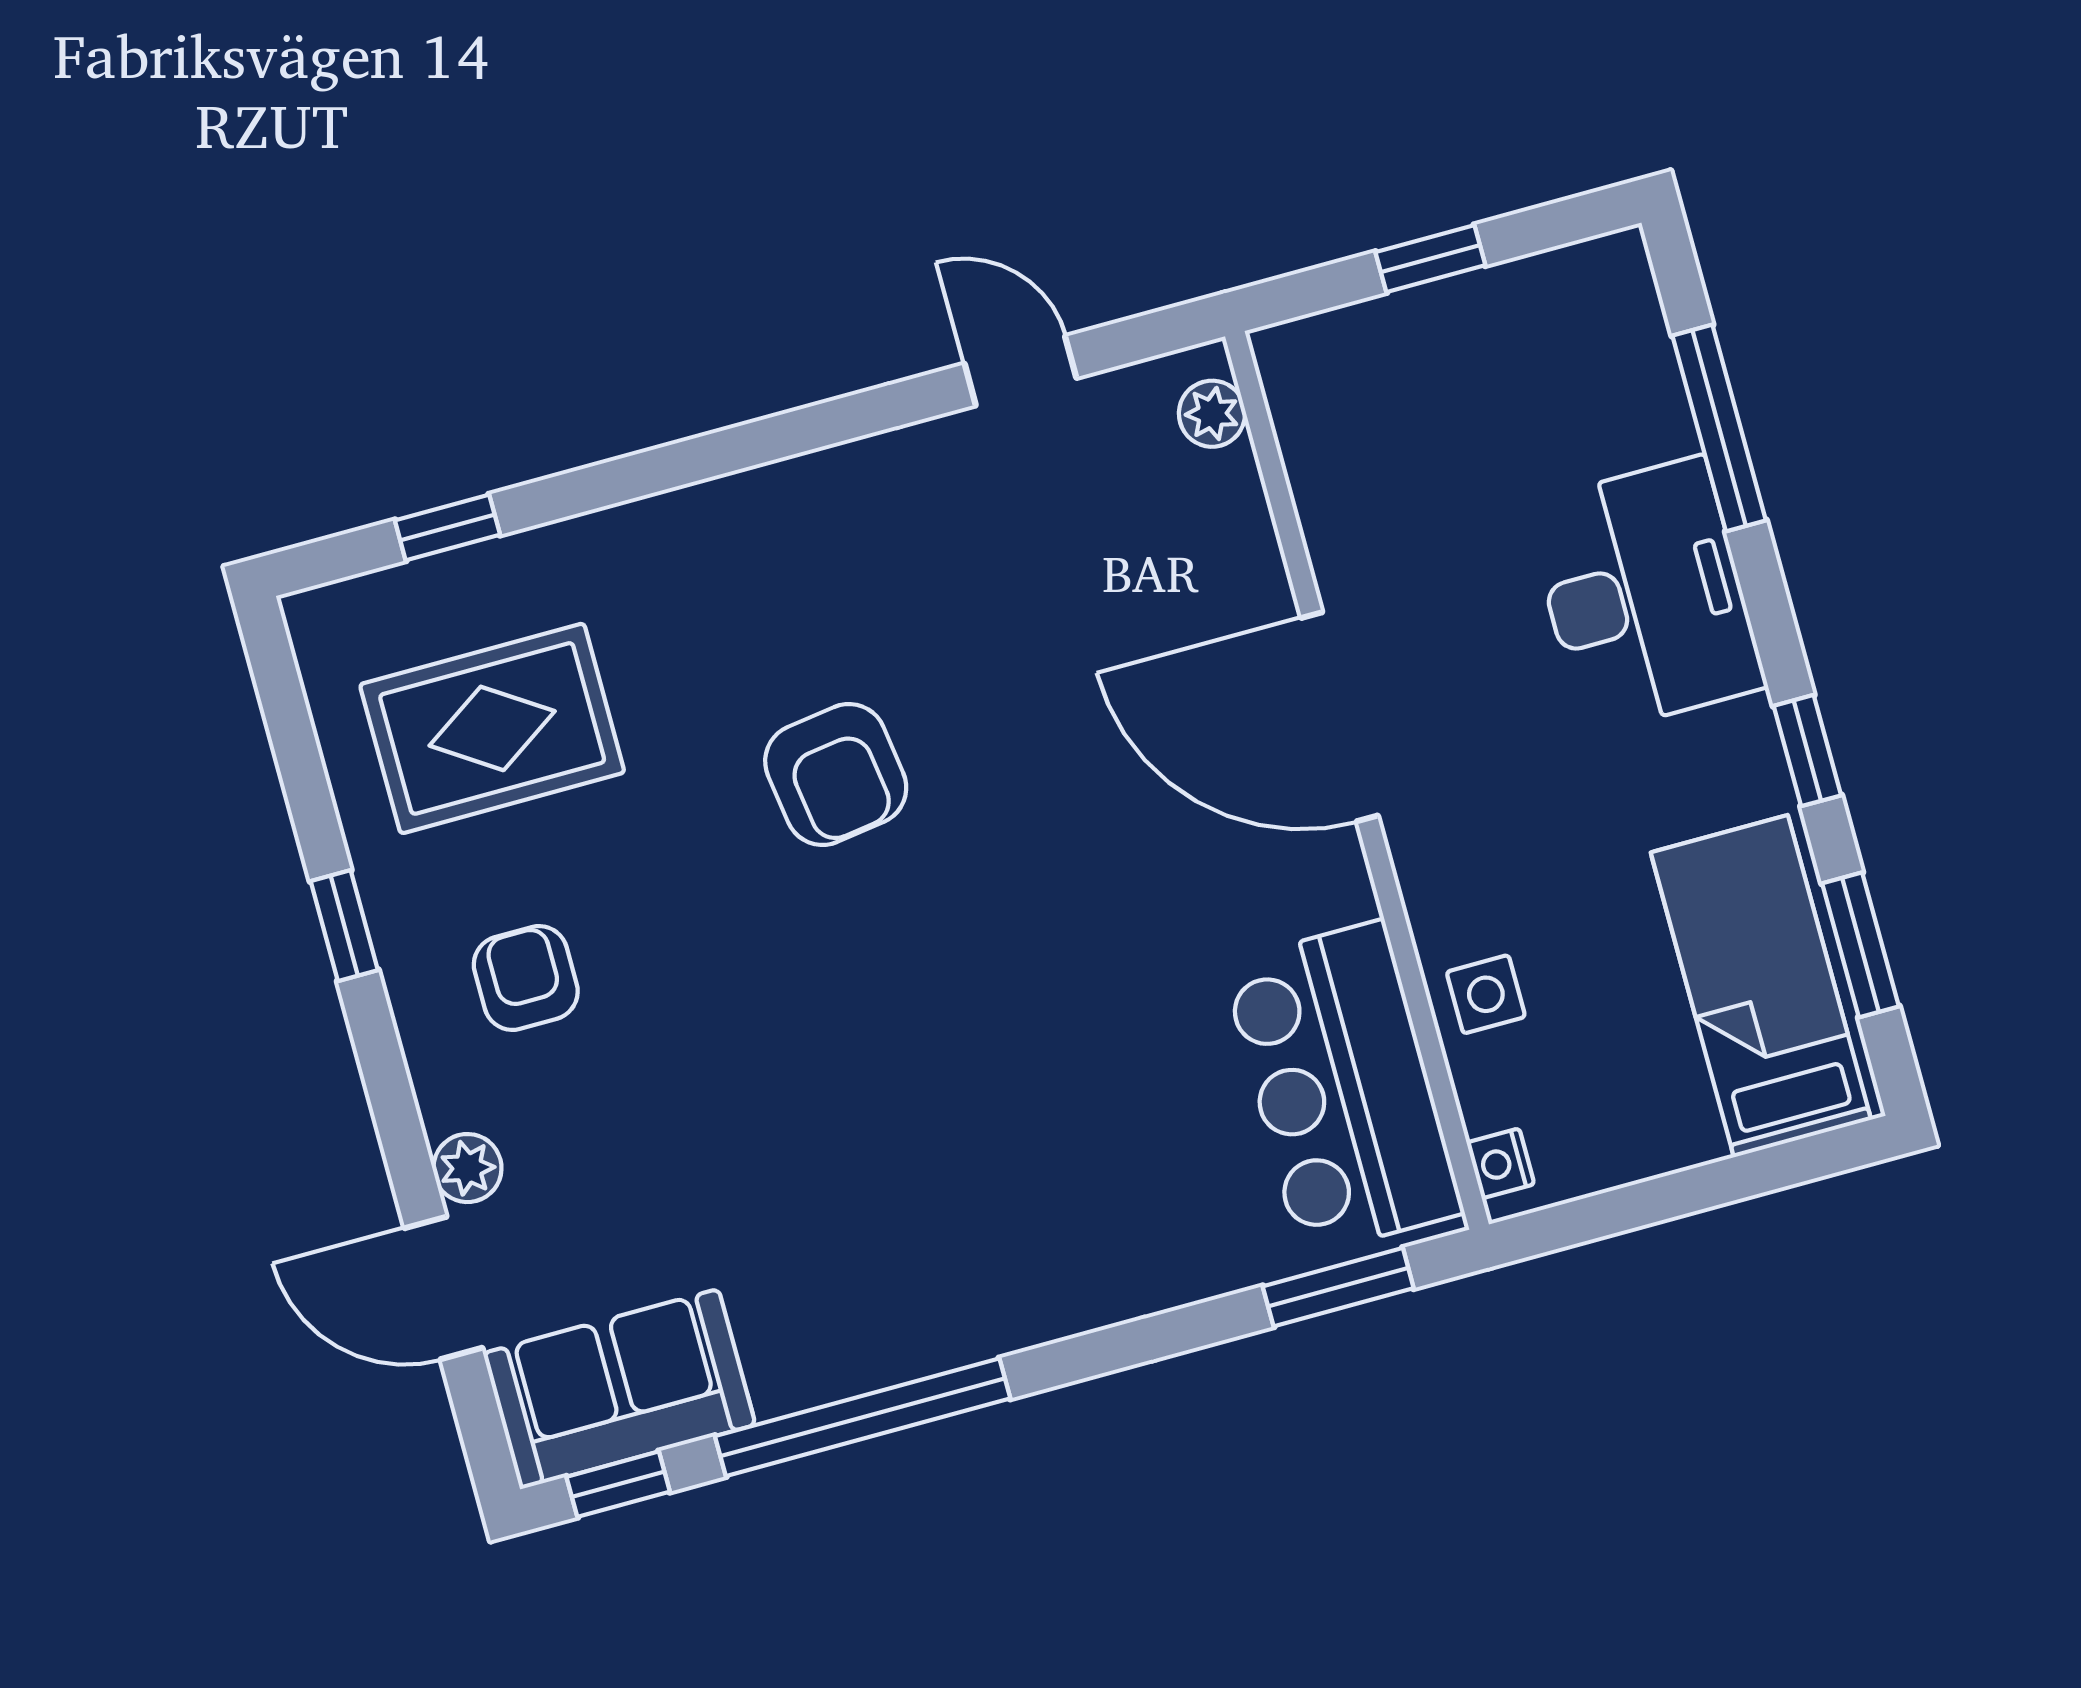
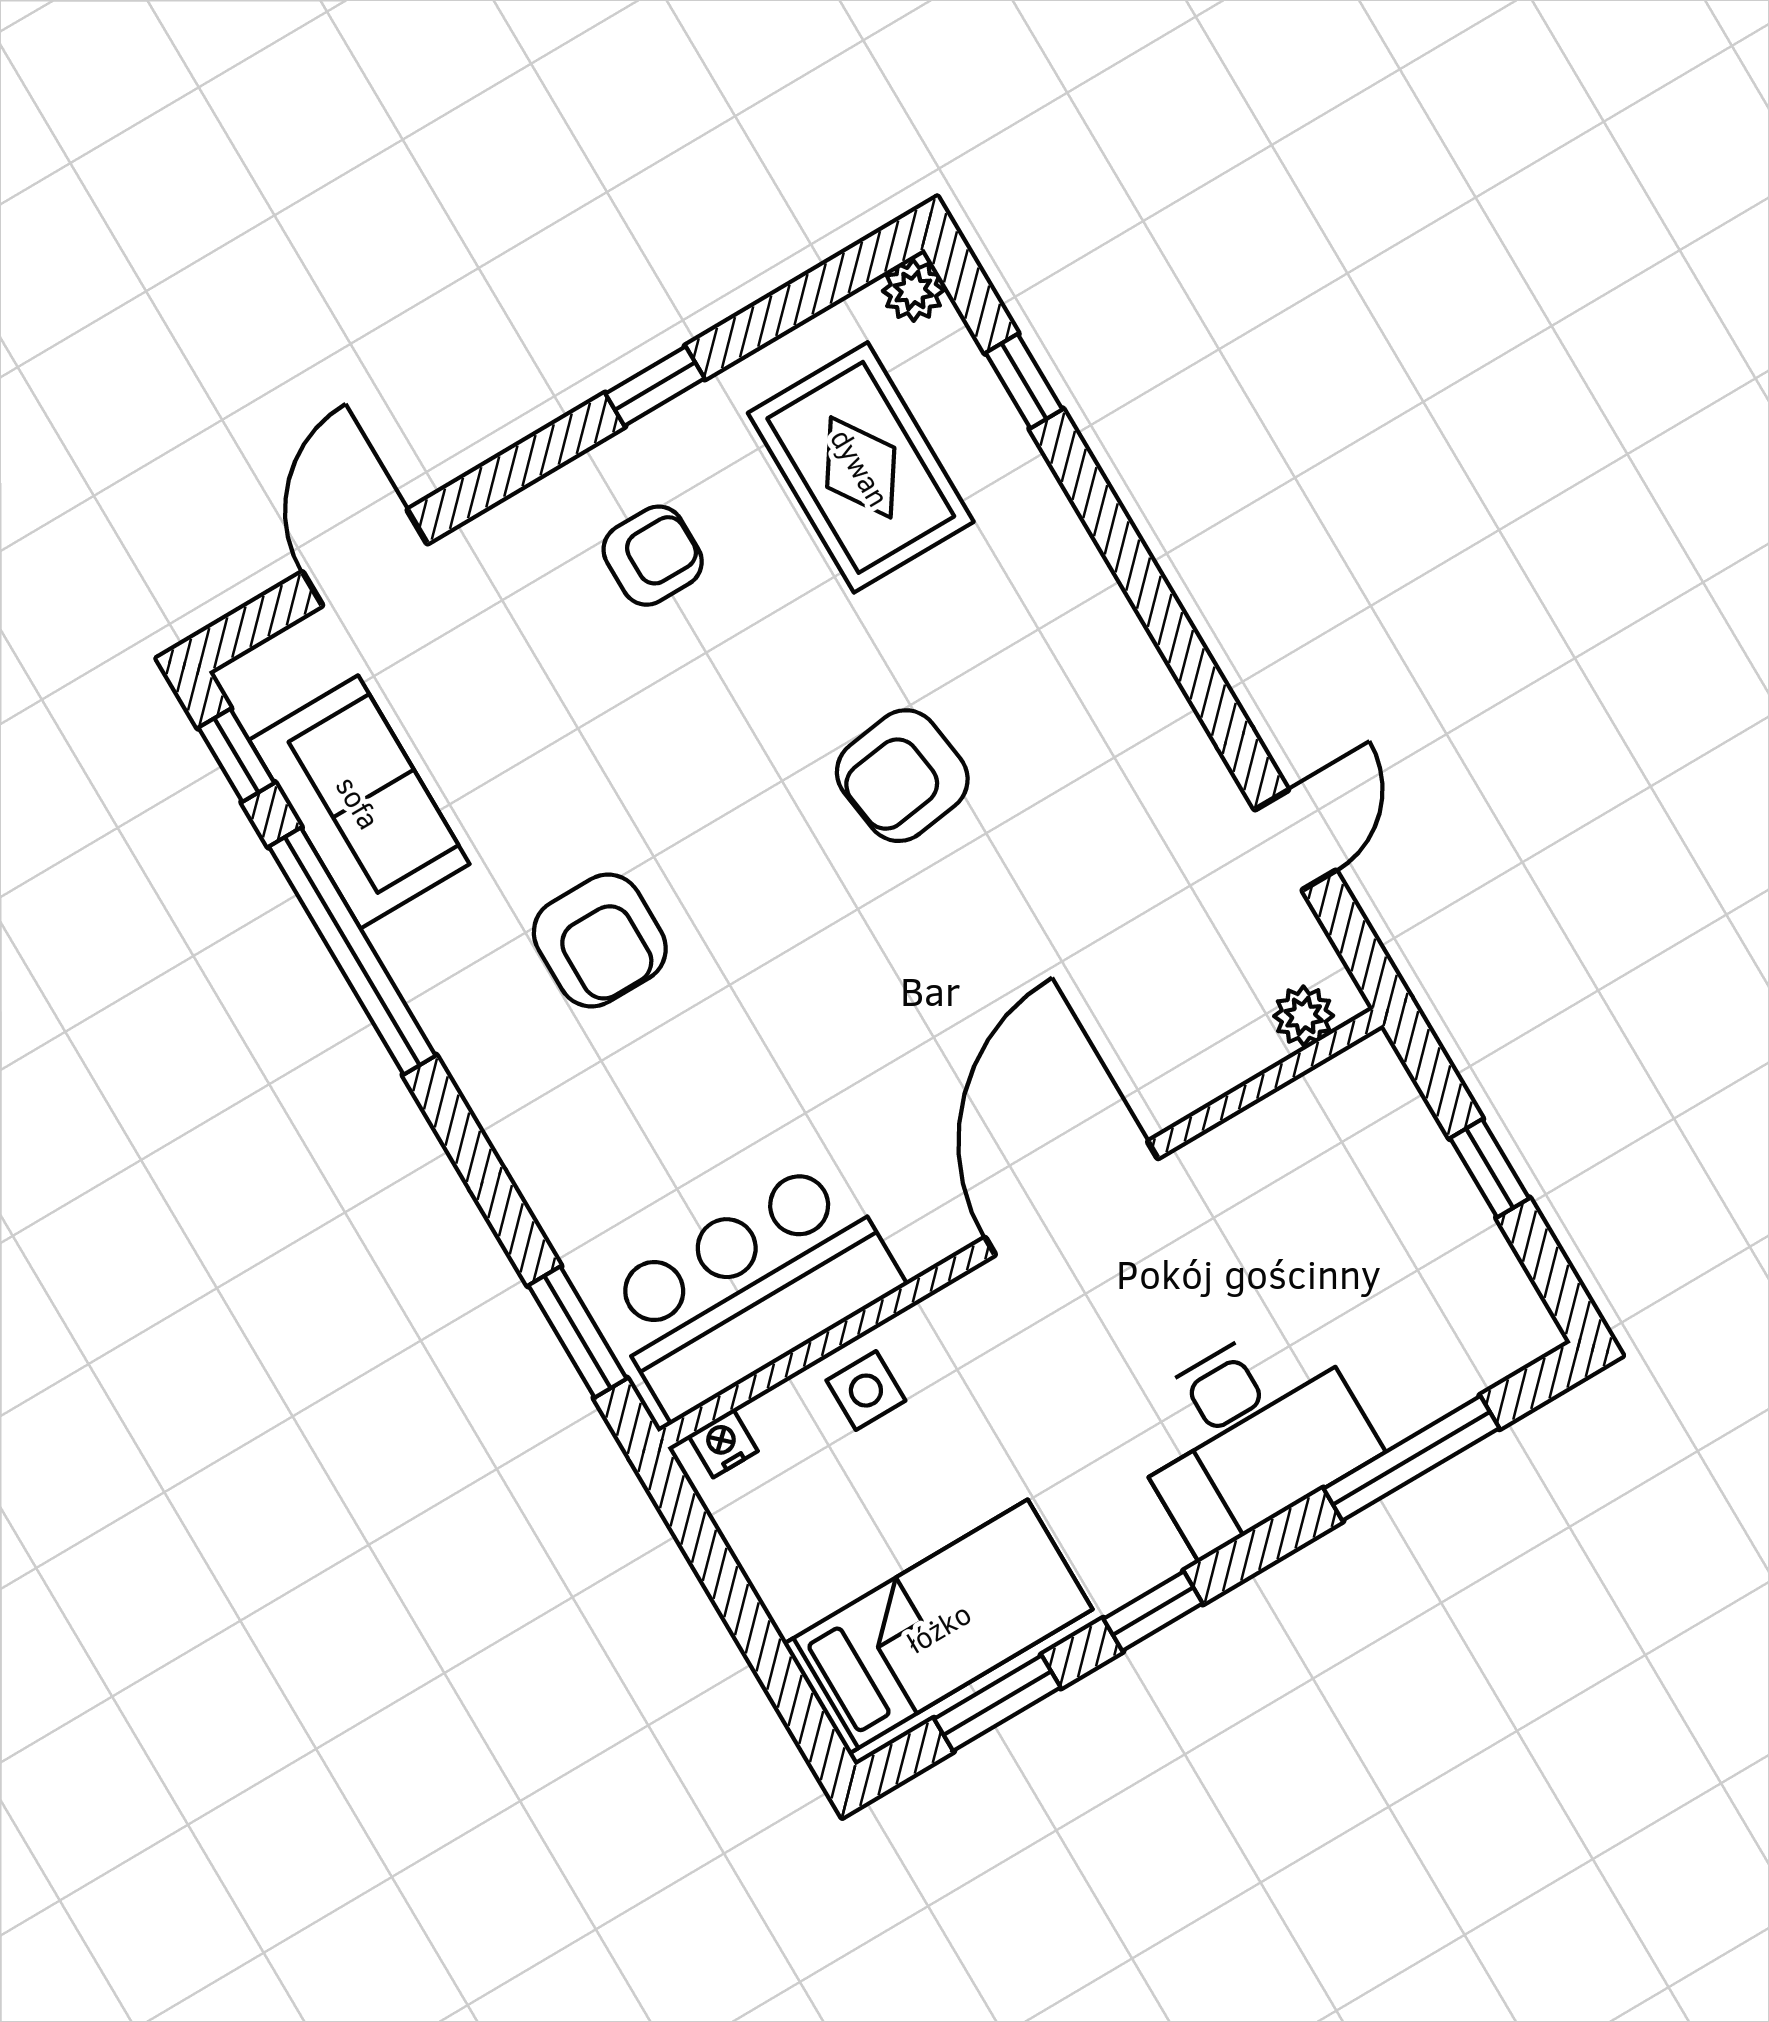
armchair: (924, 1148) -> (600, 941), added
plant: (467, 1168) -> (913, 290), moved
sofa: (619, 1389) -> (359, 802), moved

